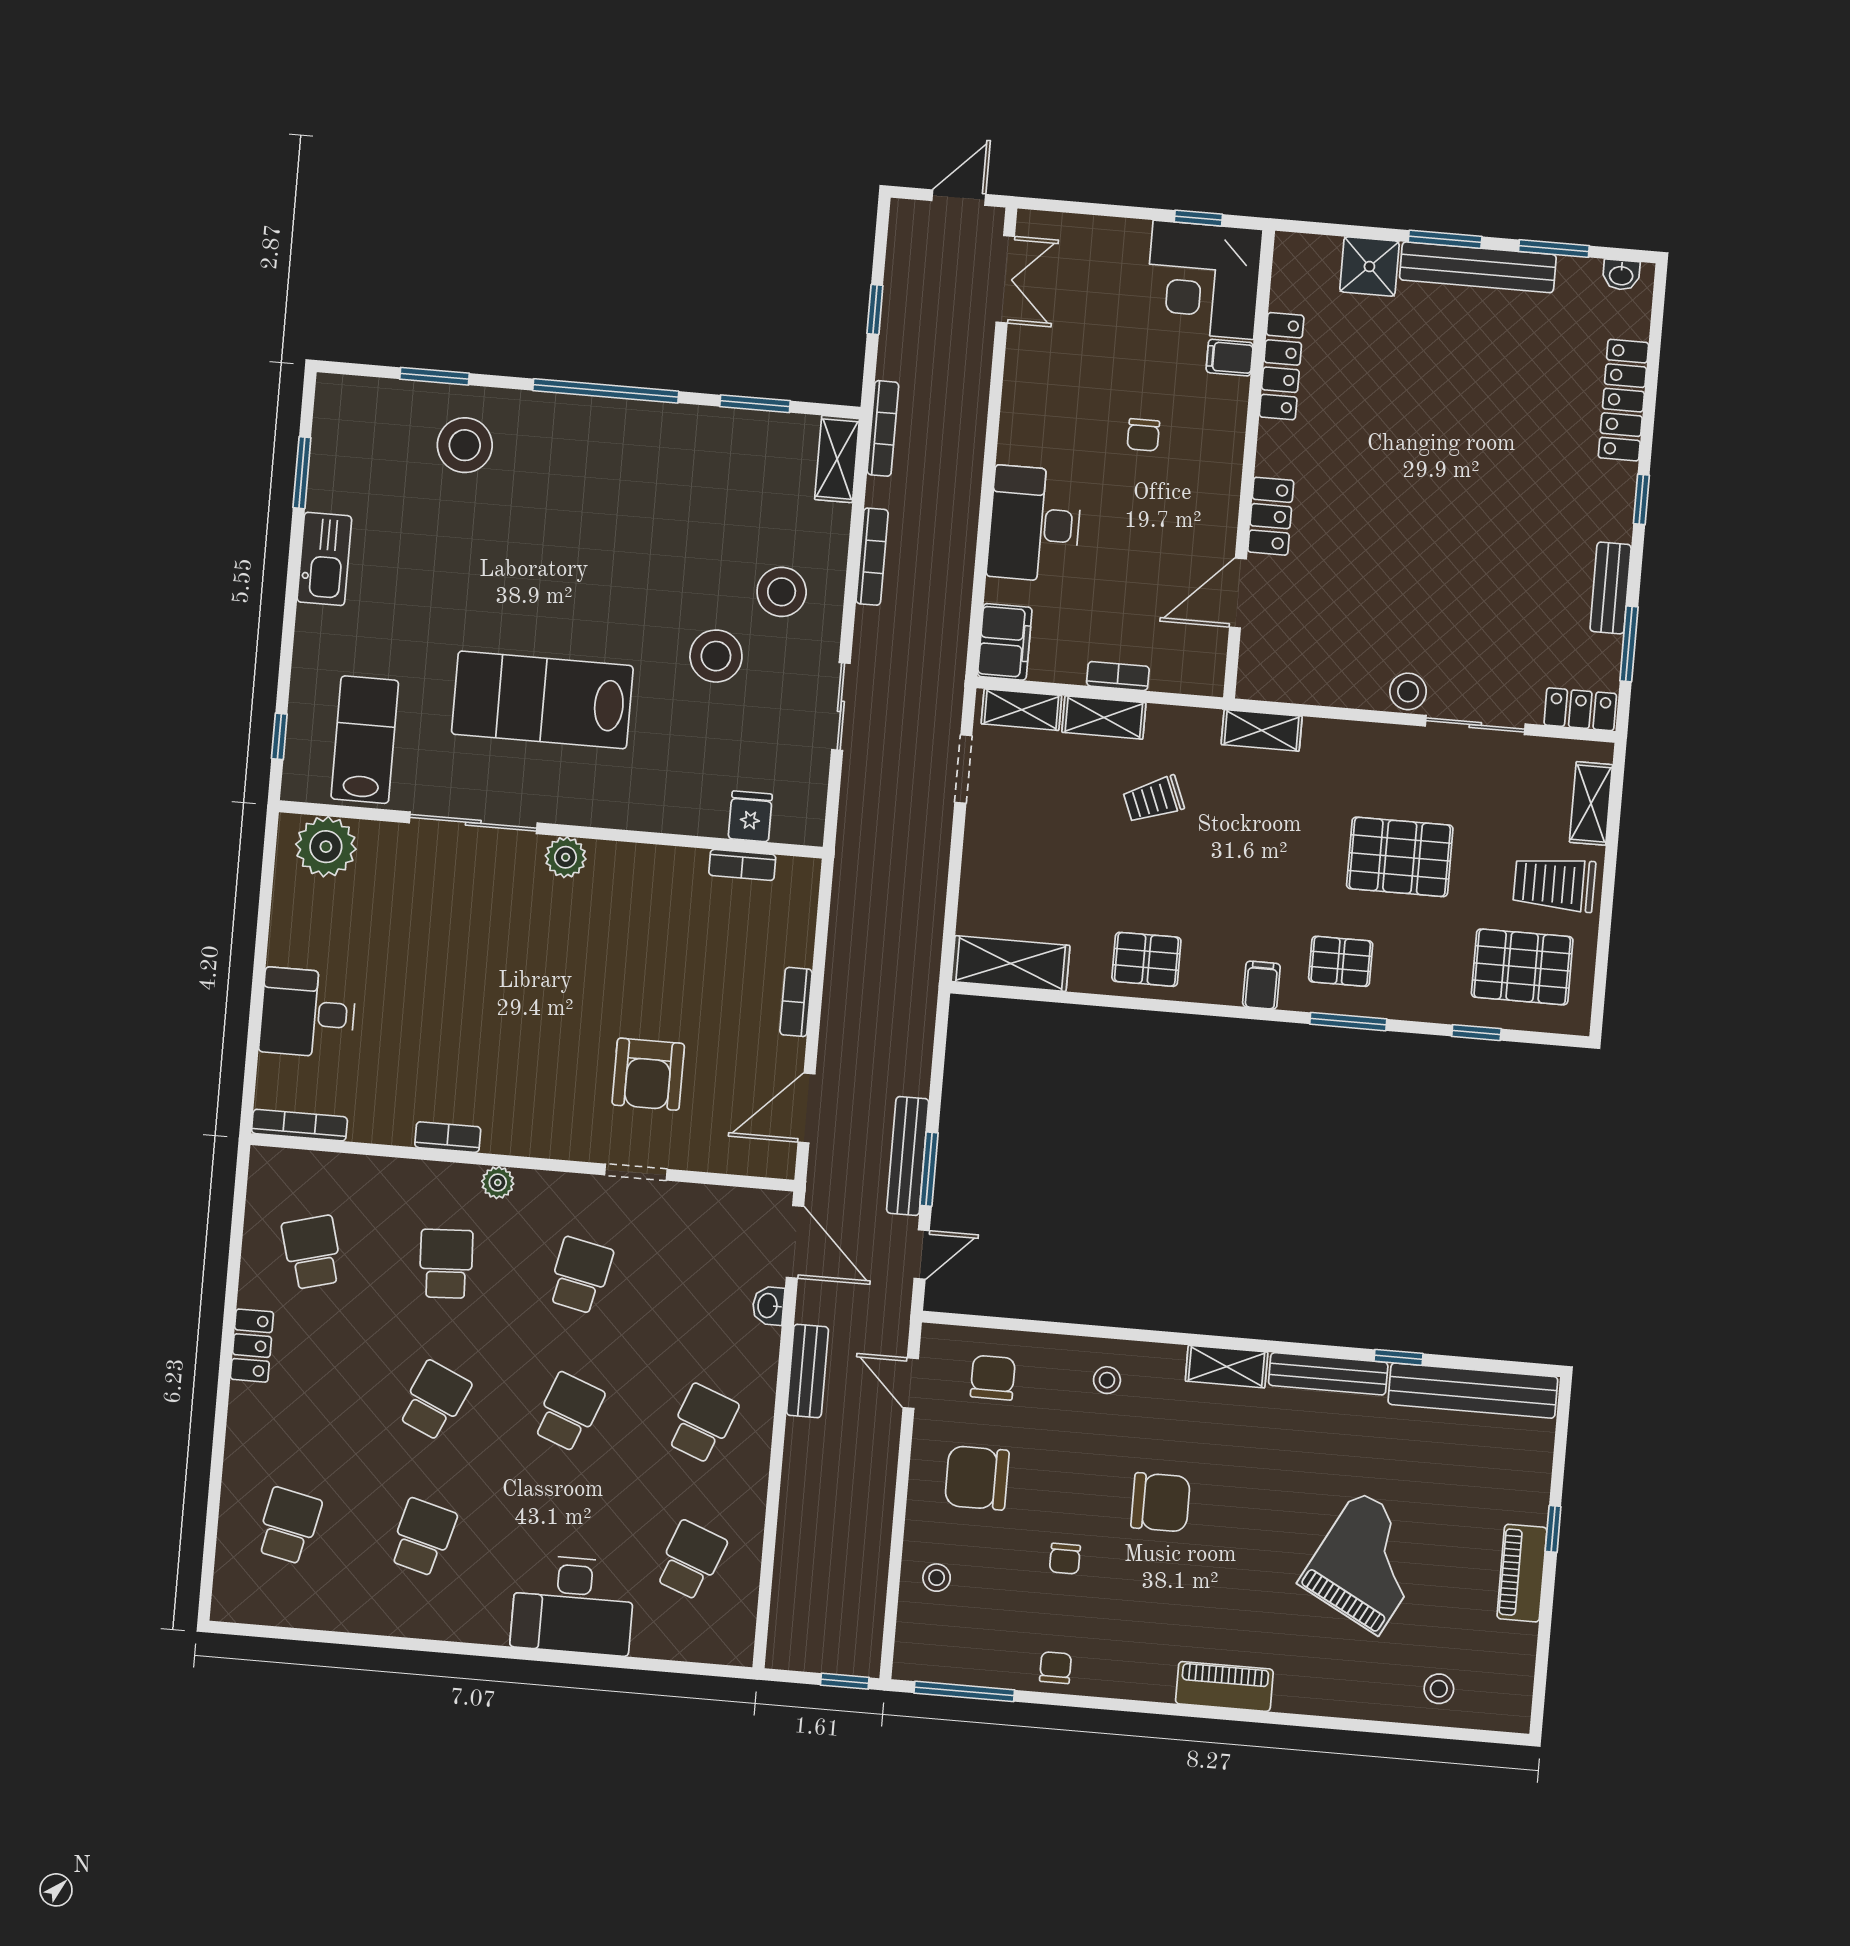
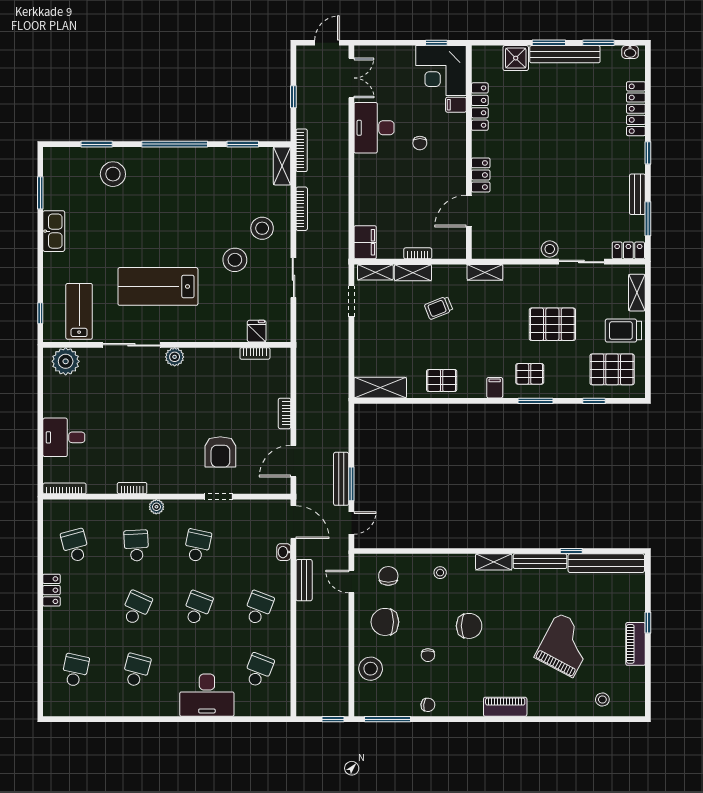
desk: (1034, 524) -> (374, 128), moved
stool: (937, 1578) -> (371, 669), width x1.89, depth x1.89
chair: (1055, 1668) -> (428, 705), turned 97

